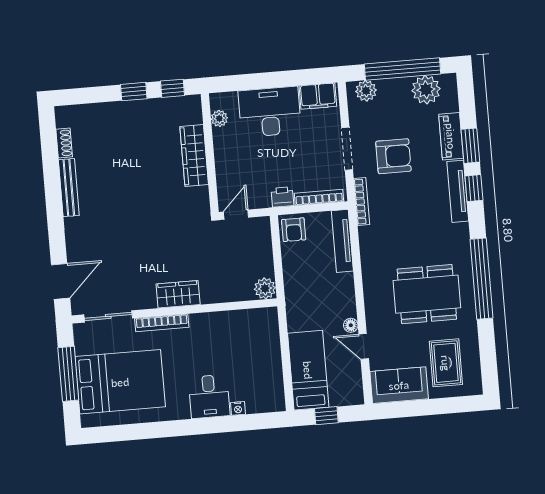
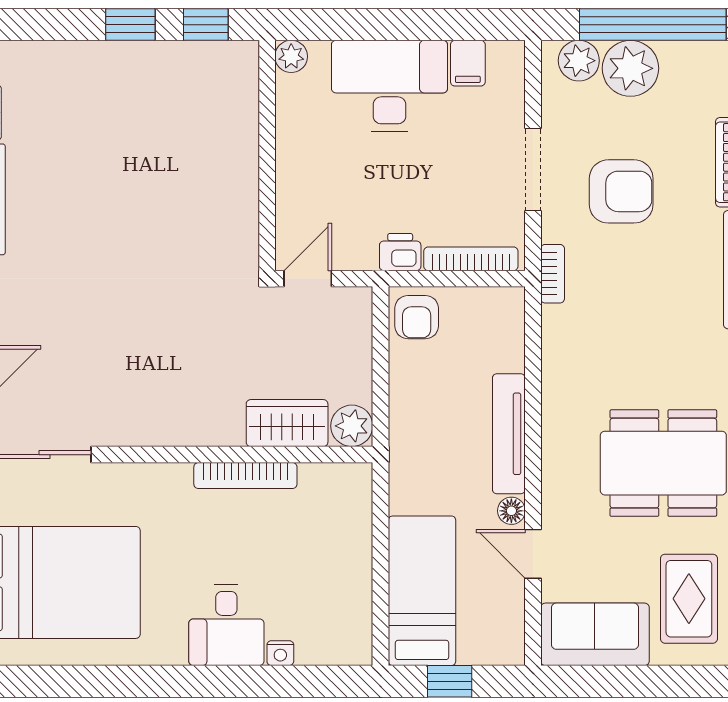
plant: (426, 90) -> (630, 68), moved
filing cabinet: (318, 96) -> (468, 63), width x0.50
plant: (219, 118) -> (291, 56), moved
wardrobe: (194, 155) -> (237, 158), removed
bookcase: (362, 202) -> (553, 274), width x0.64
tv unit: (342, 241) -> (509, 434), moved
wardrobe: (178, 294) -> (287, 423), moved
bookcase: (162, 323) -> (245, 476), moved

